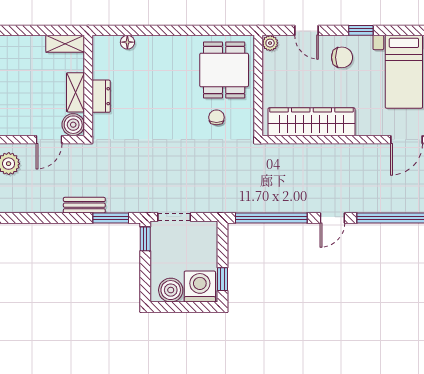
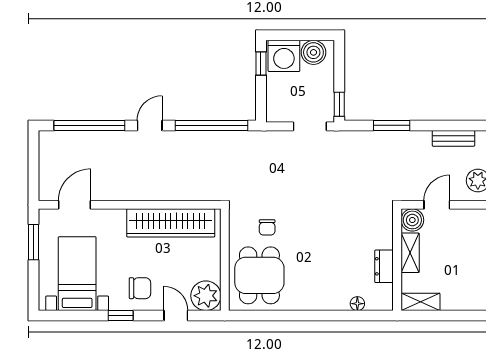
plant: (270, 43) -> (206, 296), width x1.87, depth x1.87
chair: (342, 57) -> (140, 288), turned 180
dresser: (101, 96) -> (384, 266), moved
bench: (84, 205) -> (453, 138), moved
window: (111, 218) -> (392, 125), moved

